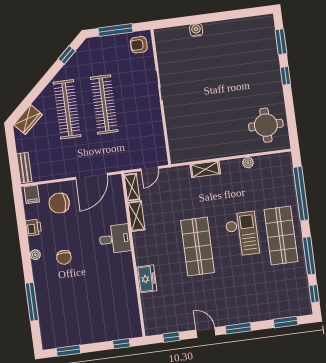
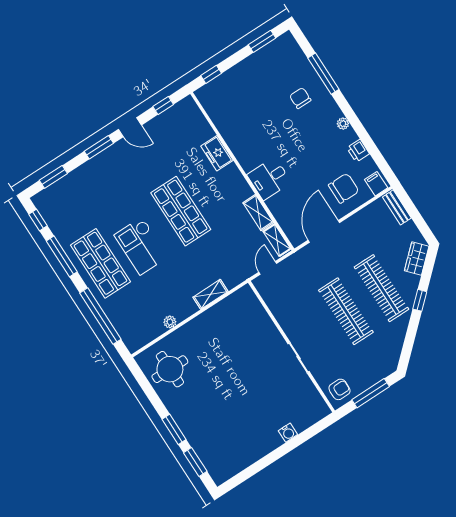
window: (67, 55) -> (420, 300), moved
window: (285, 76) -> (174, 429), width x1.50
chair: (64, 257) -> (300, 98), moved

